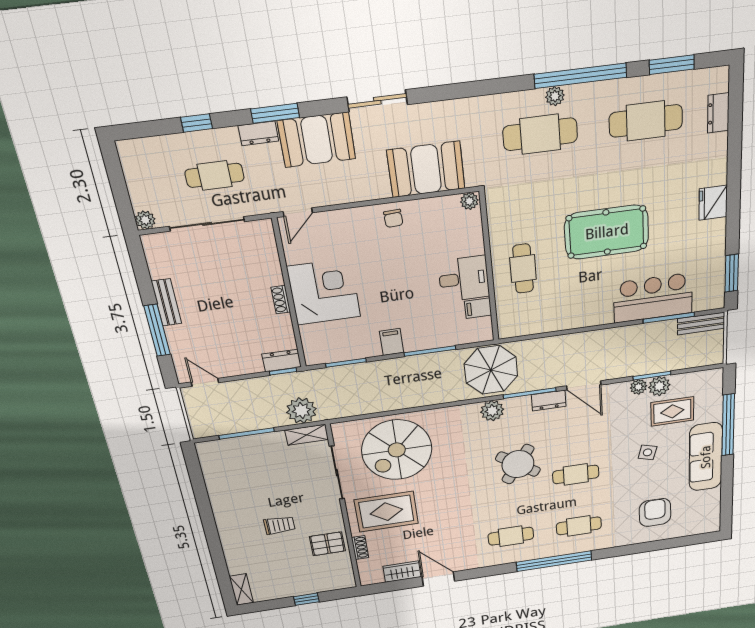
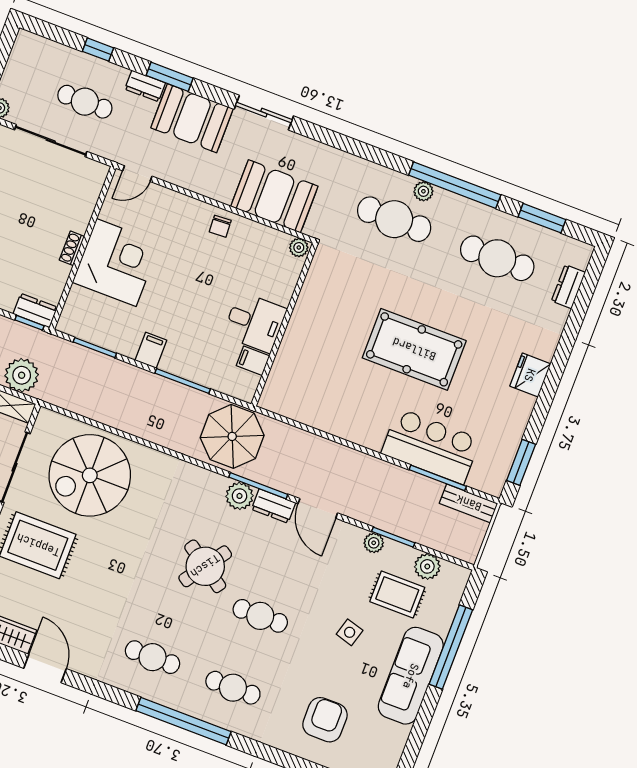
cafe table: (523, 269) -> (317, 343), removed
plant: (659, 386) -> (427, 566), moved
plant: (492, 411) -> (240, 496), moved

